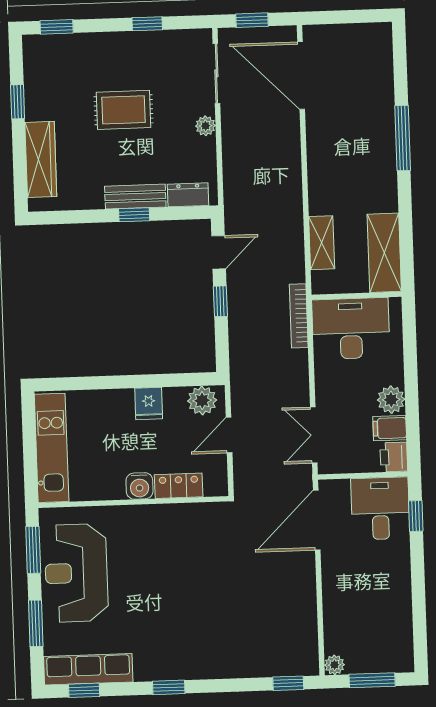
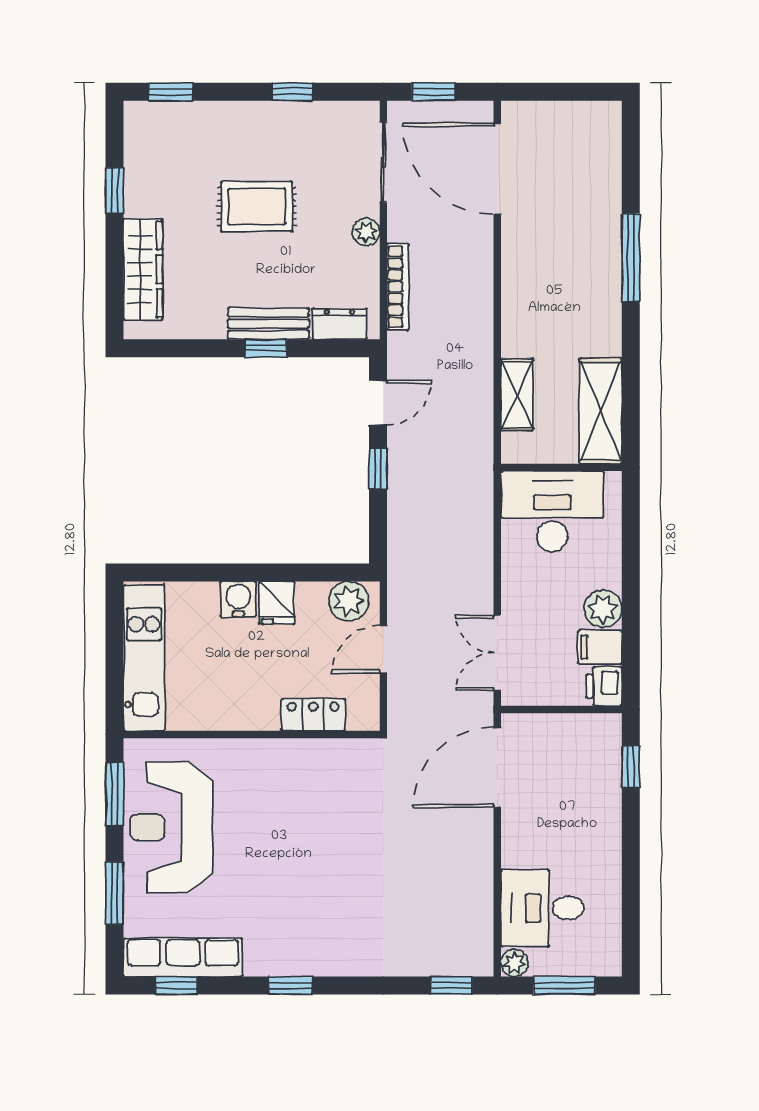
bookcase: (299, 316) -> (398, 287), moved, turned 180
water cooler: (140, 486) -> (238, 599), moved, turned 180
desk: (380, 508) -> (542, 908), moved, turned -90

